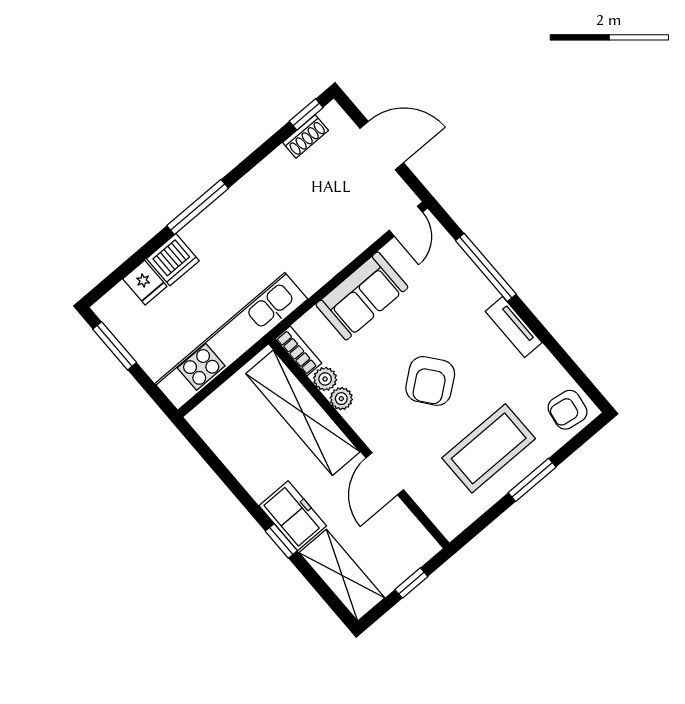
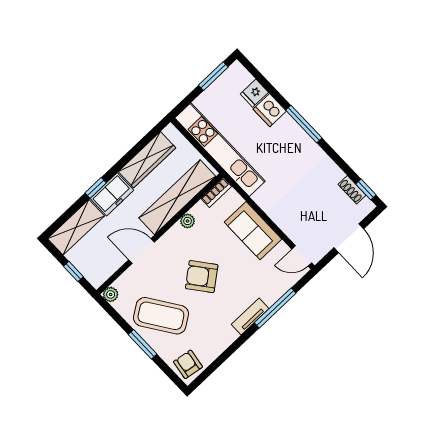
tv unit: (514, 327) -> (250, 317), moved
plant: (325, 379) -> (111, 294), moved
coffee table: (489, 448) -> (161, 316), turned -34
wardrobe: (241, 457) -> (147, 160), added

